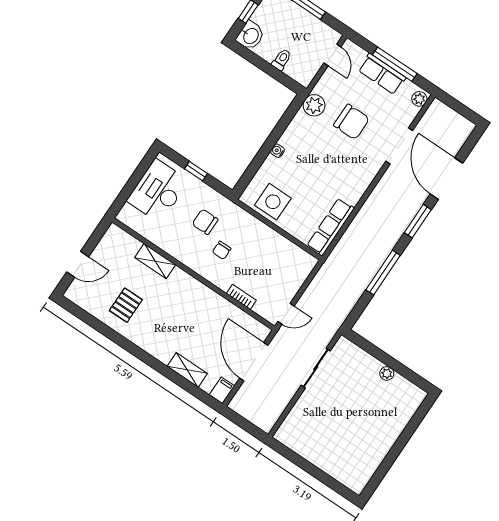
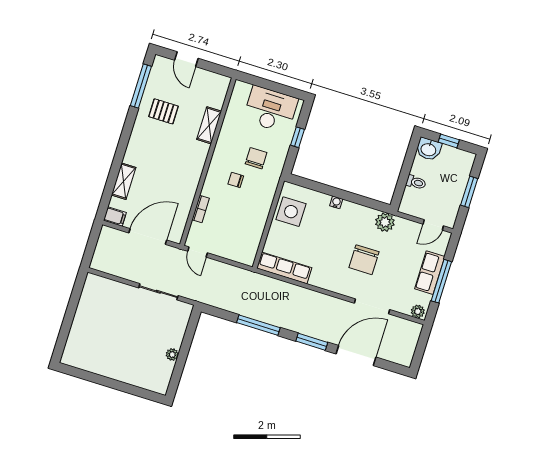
chair: (352, 122) -> (364, 260), moved
window: (92, 321) -> (141, 86), added

